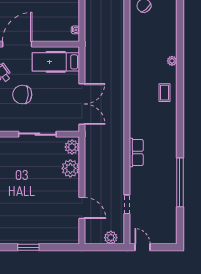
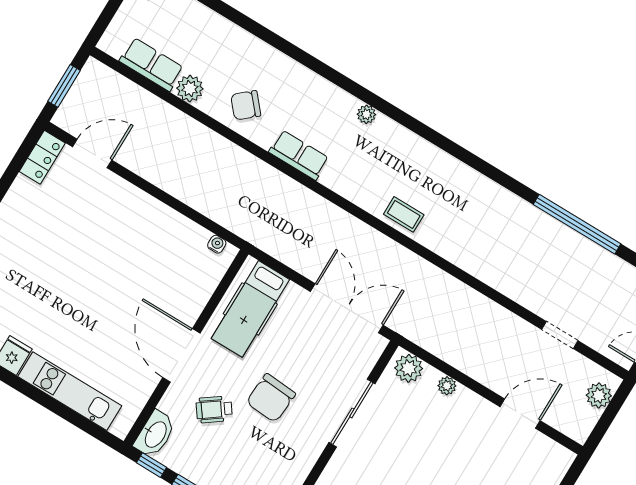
coffee table: (164, 93) -> (404, 214), moved
row of seats: (136, 153) -> (299, 155), moved
plant: (70, 168) -> (447, 386), width x0.53, depth x0.53

